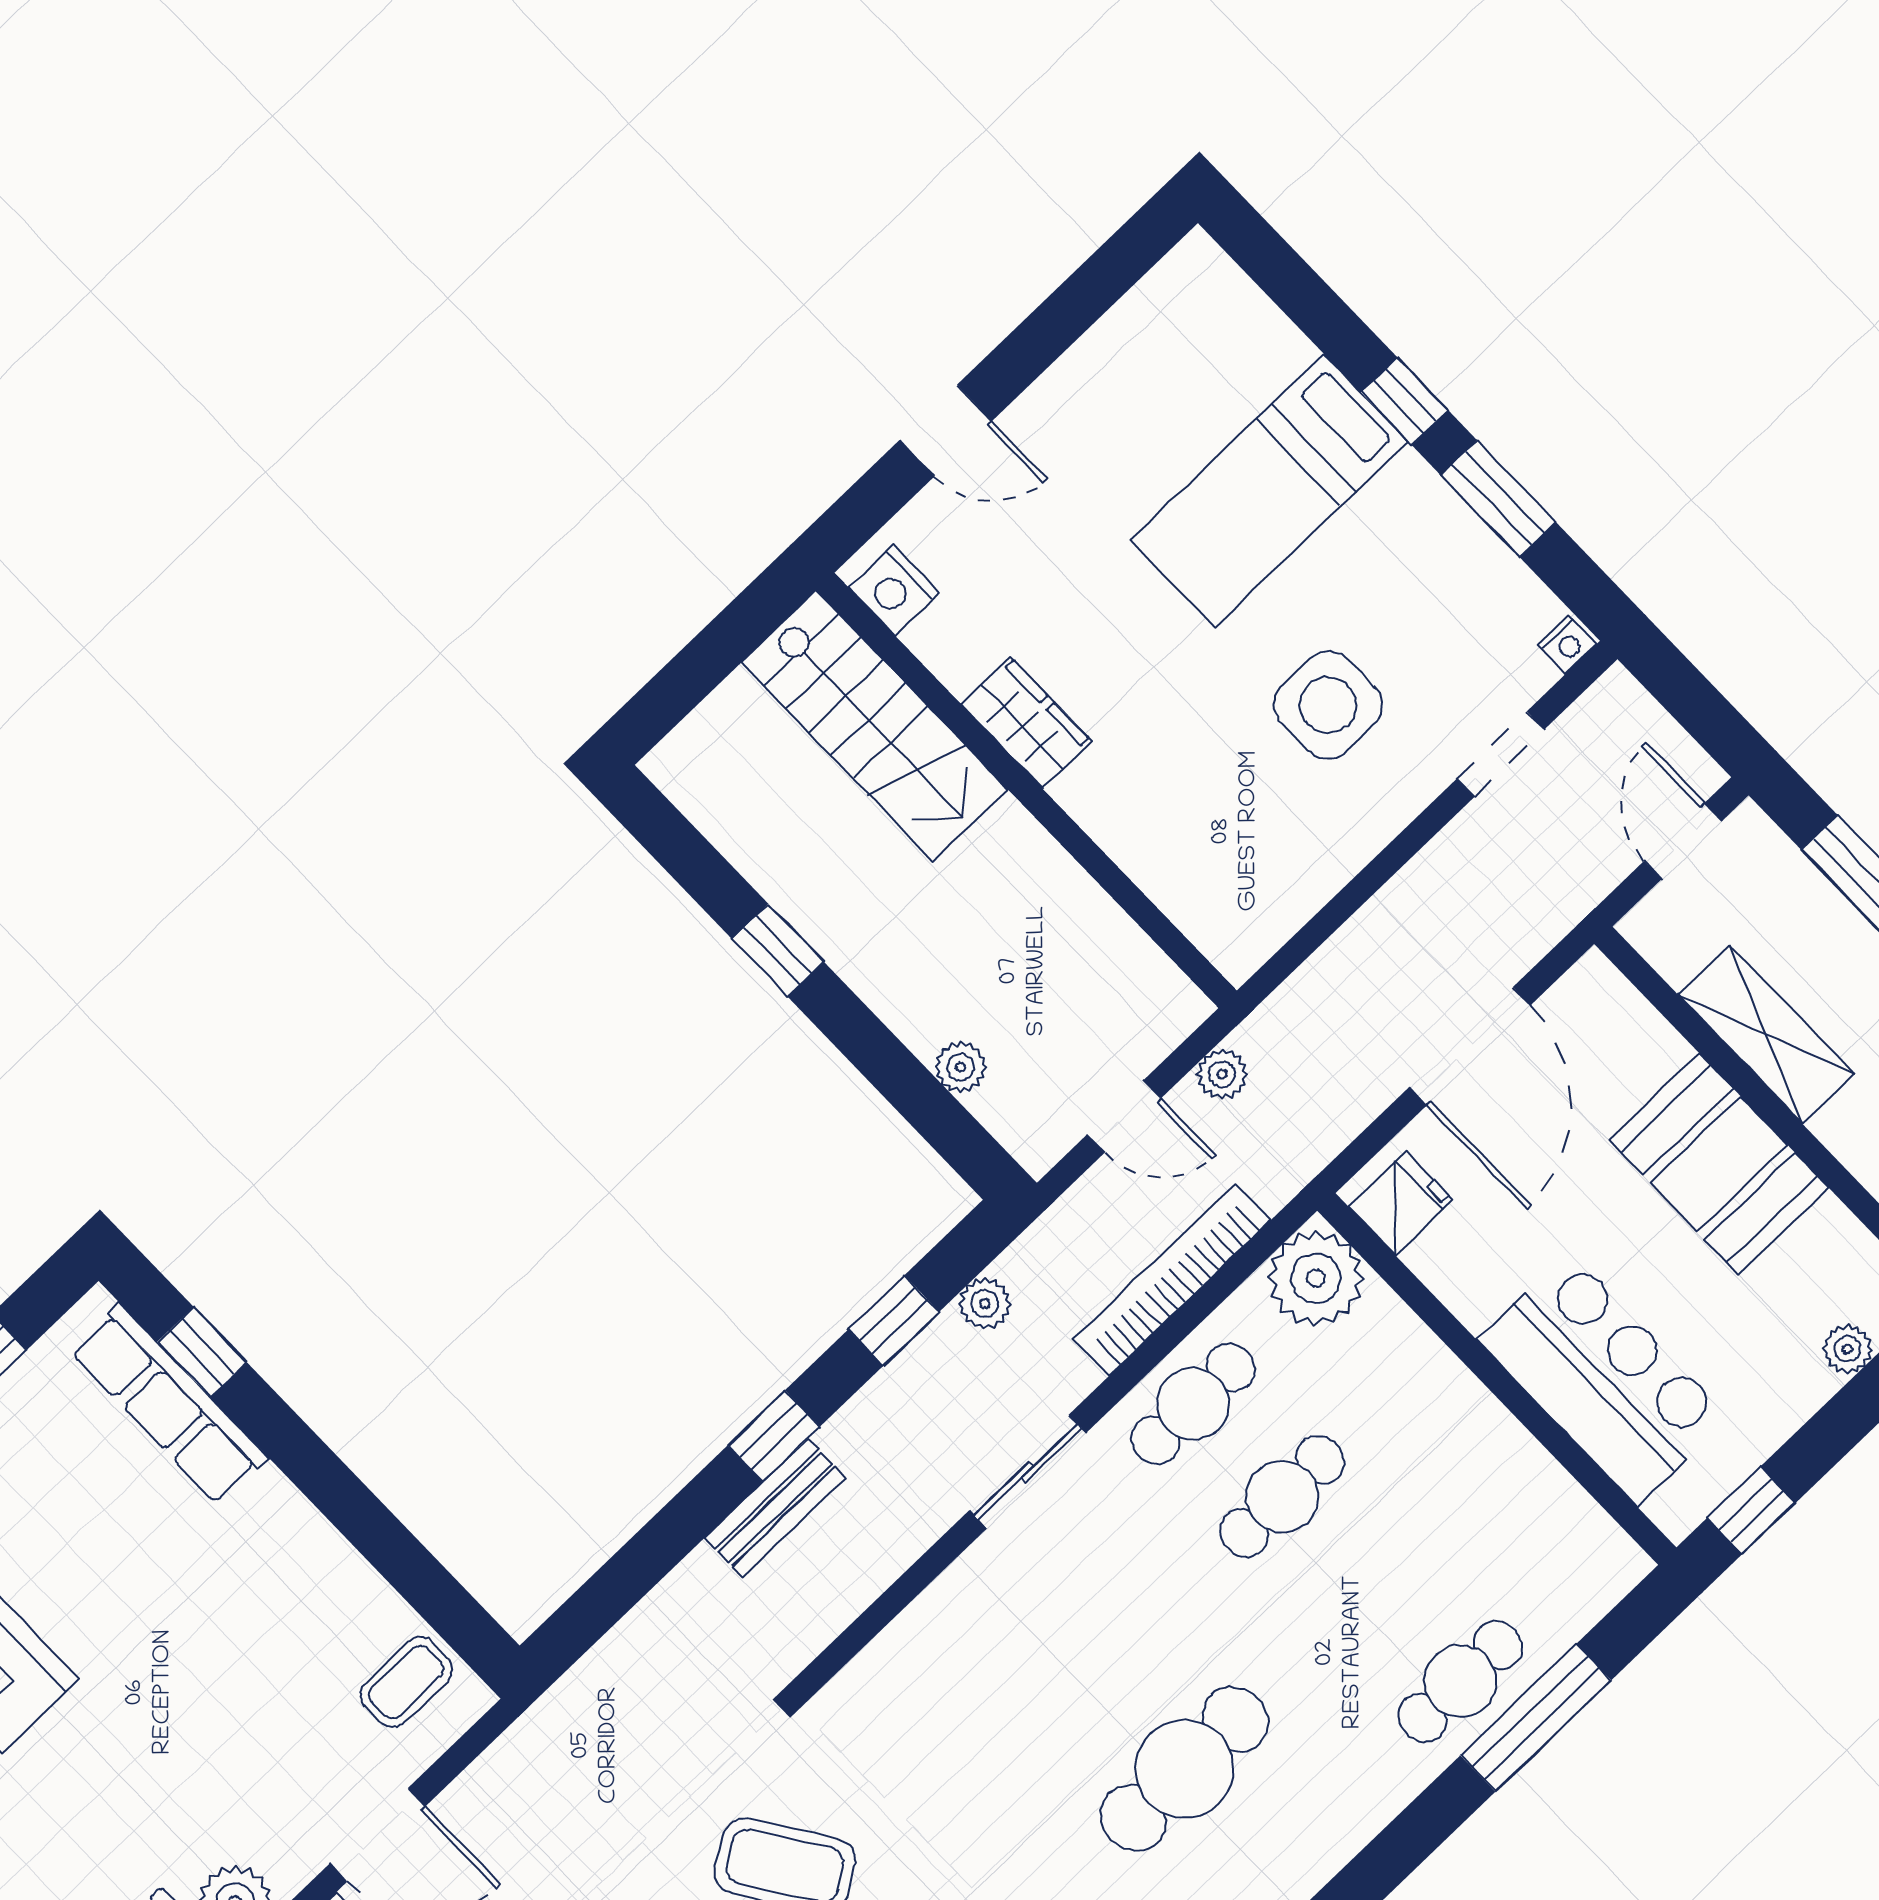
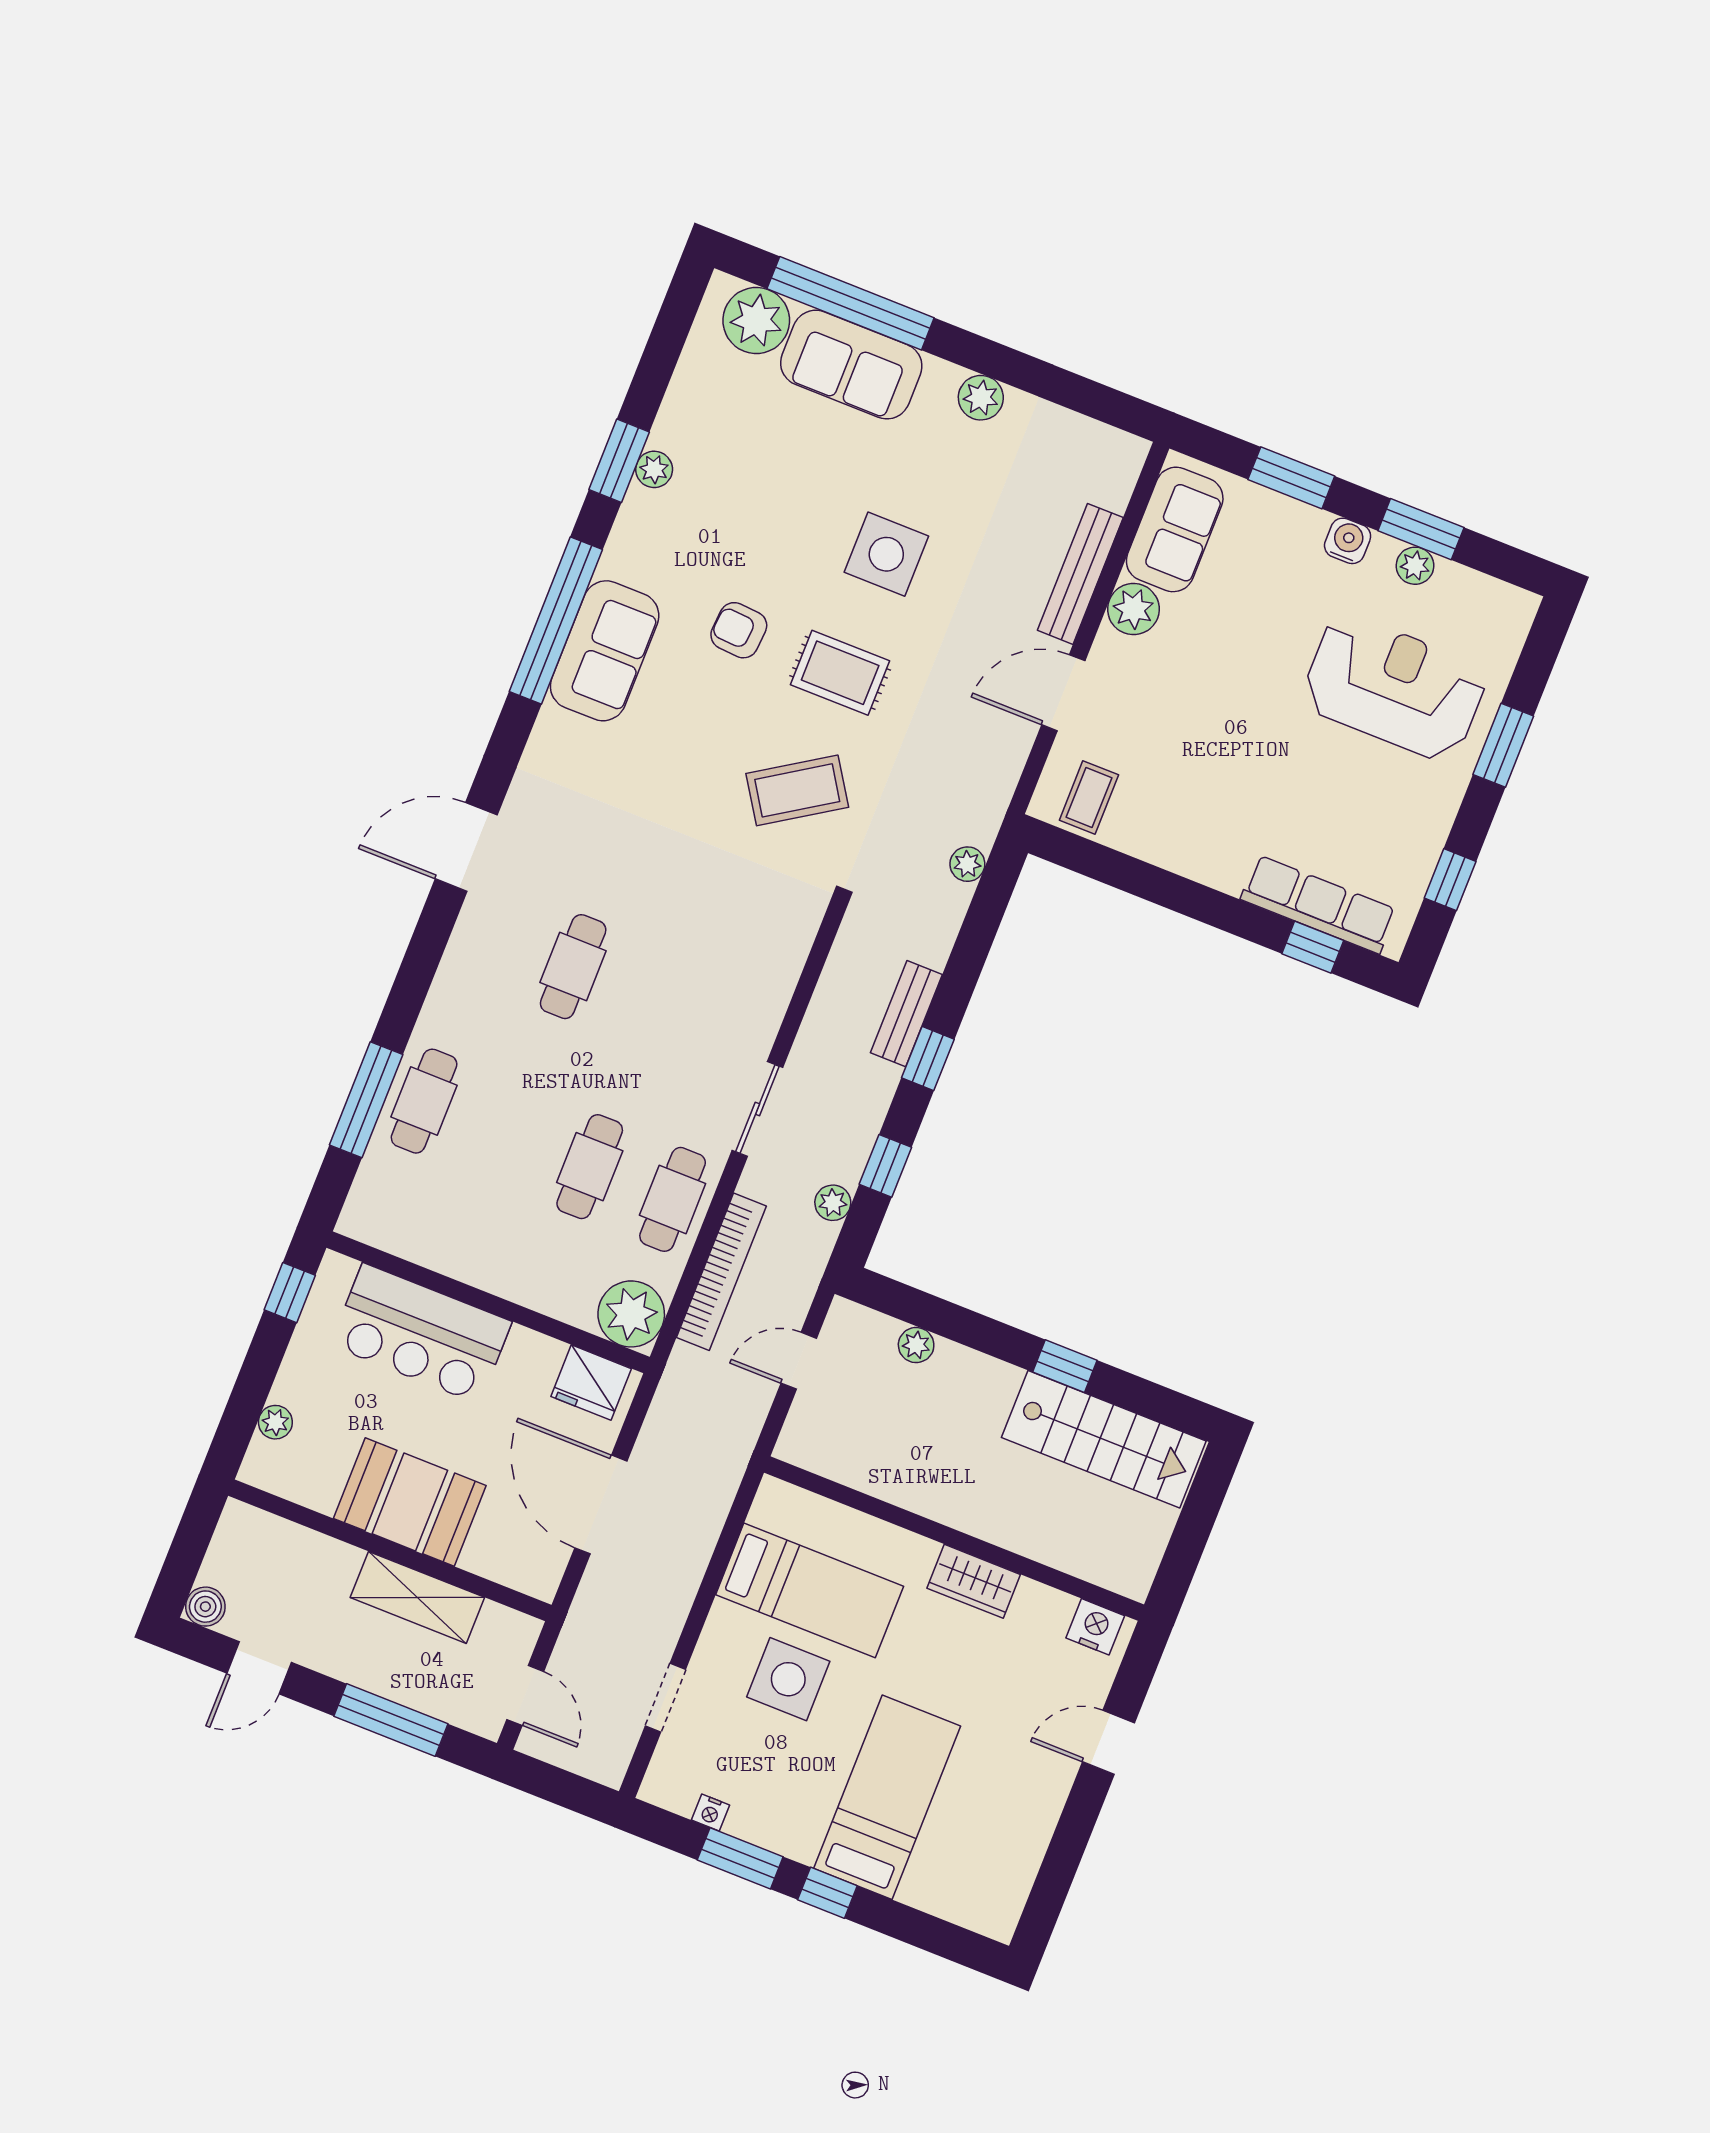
nightstand: (1567, 644) -> (711, 1813), moved, turned -90
stairs: (875, 726) -> (1104, 1439), moved, turned 180
bed: (1247, 809) -> (810, 1590), added
plant: (1222, 1074) -> (967, 864), moved
fridge: (1400, 1203) -> (591, 1383), width x1.38
cafe table: (1184, 1769) -> (573, 967), width x0.73, depth x0.74

